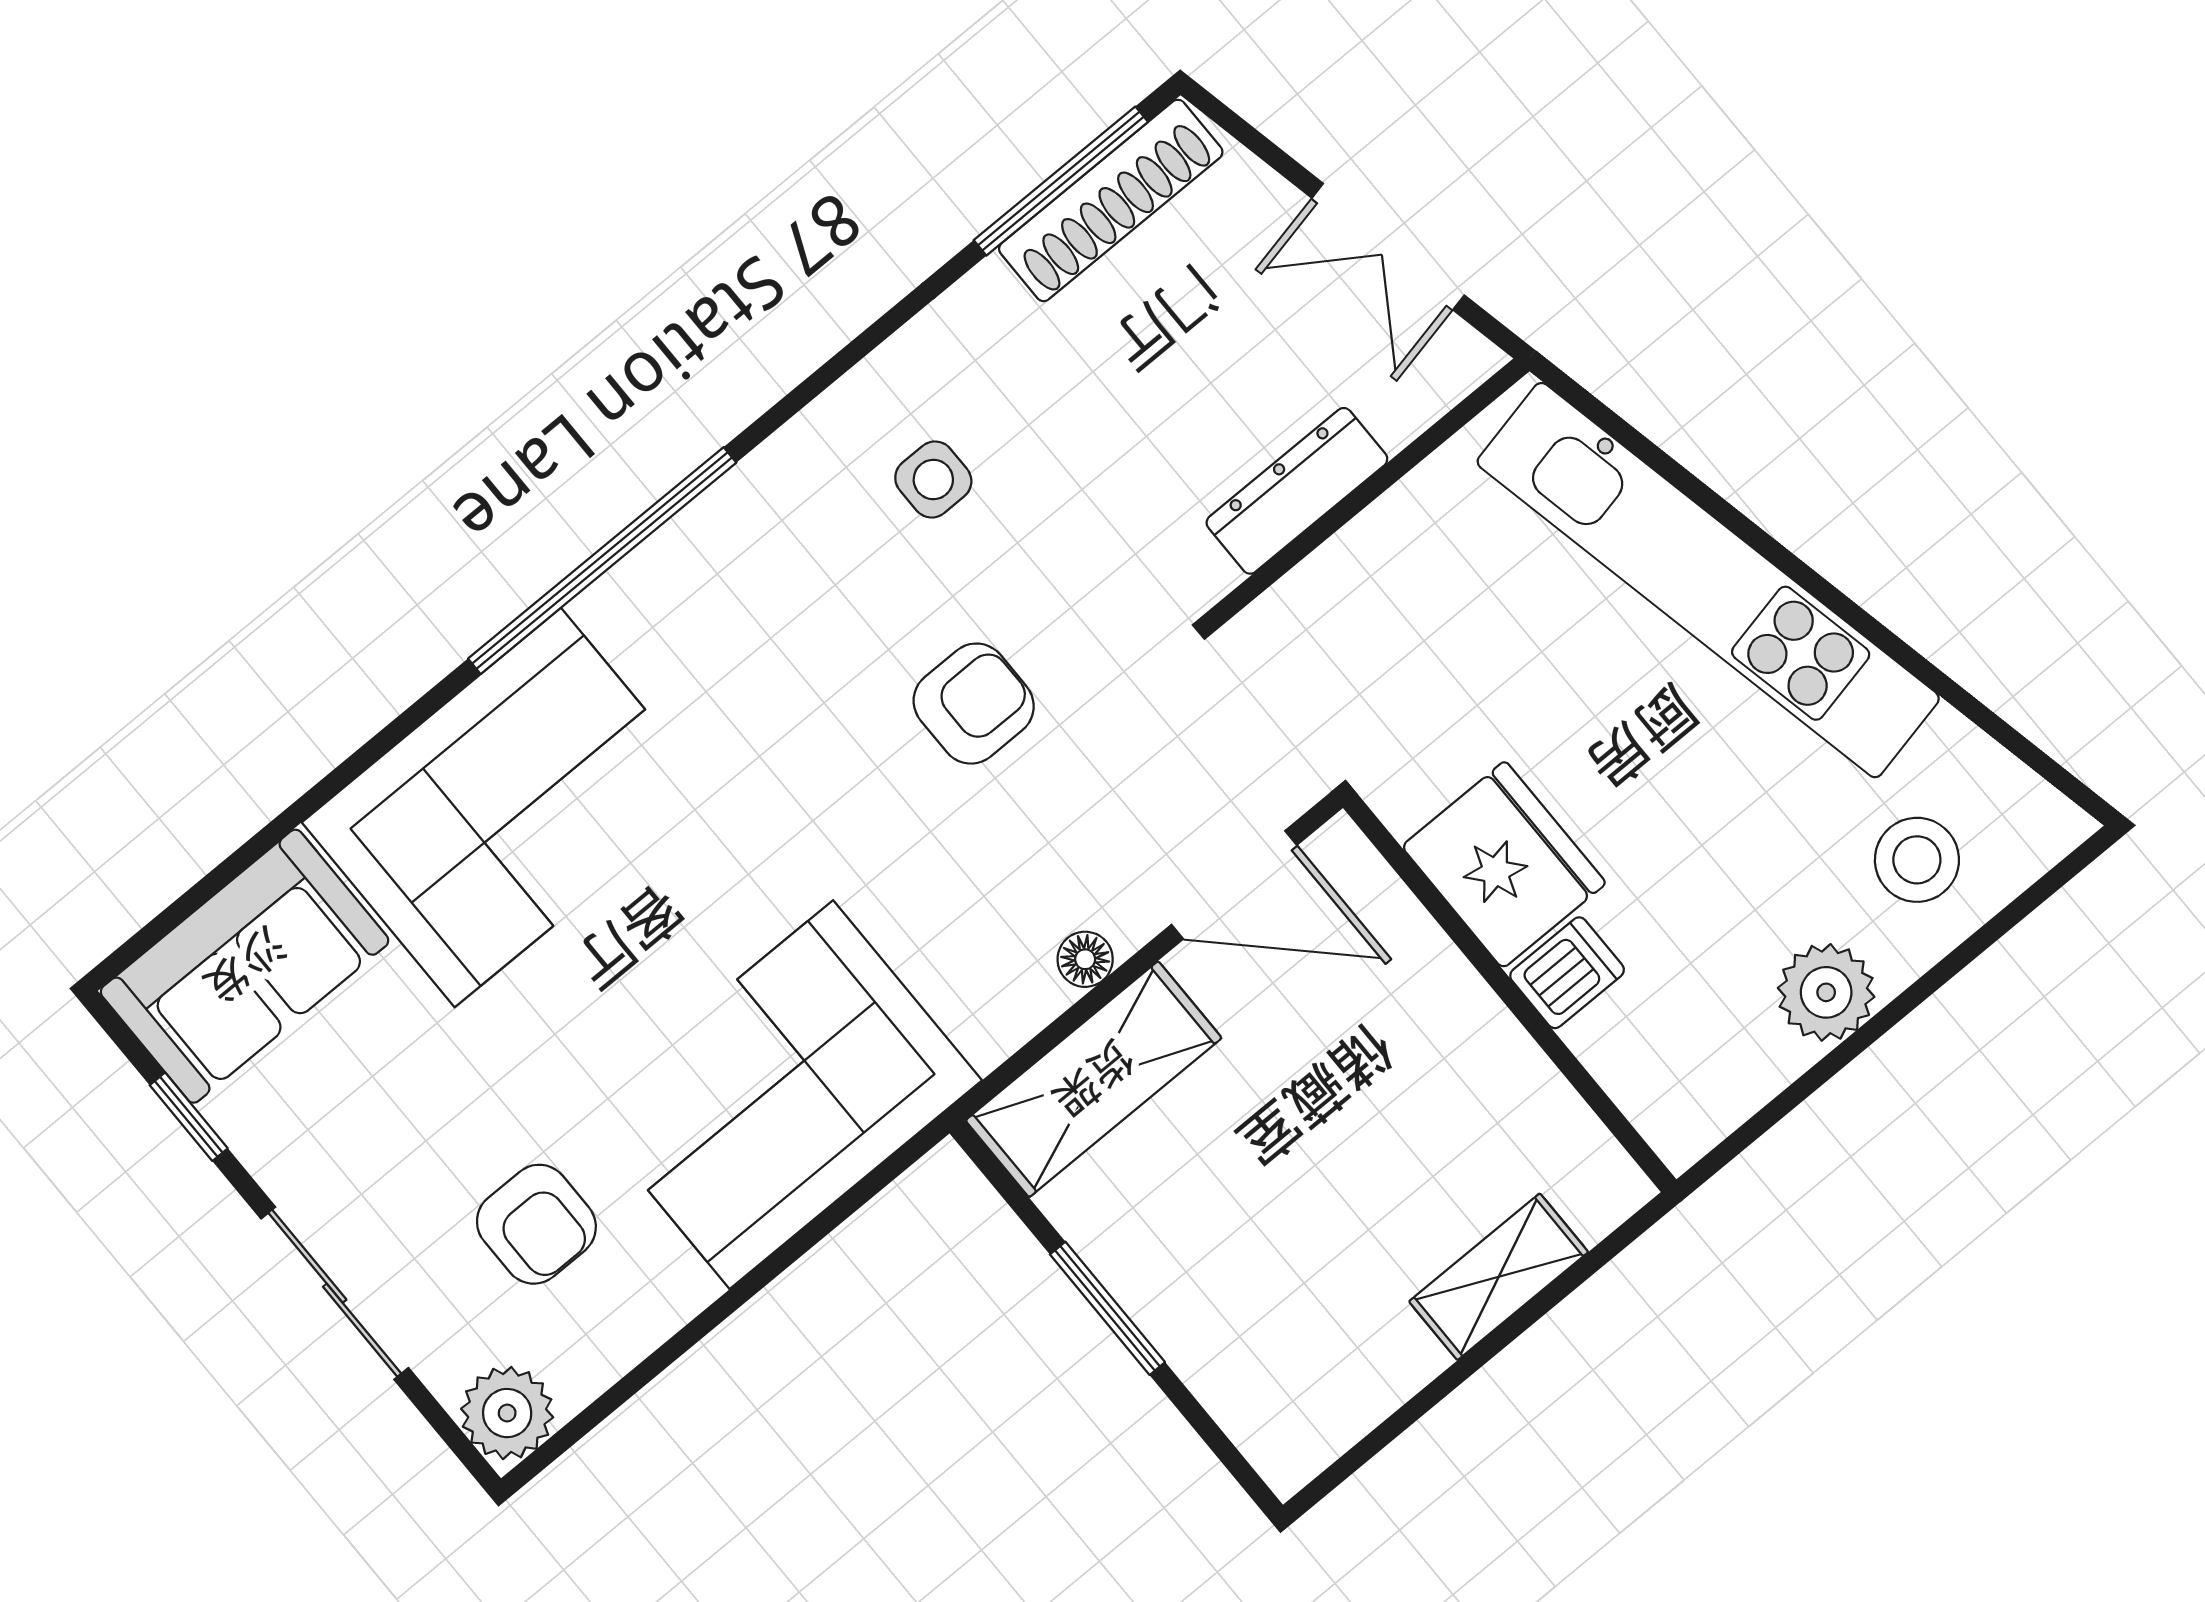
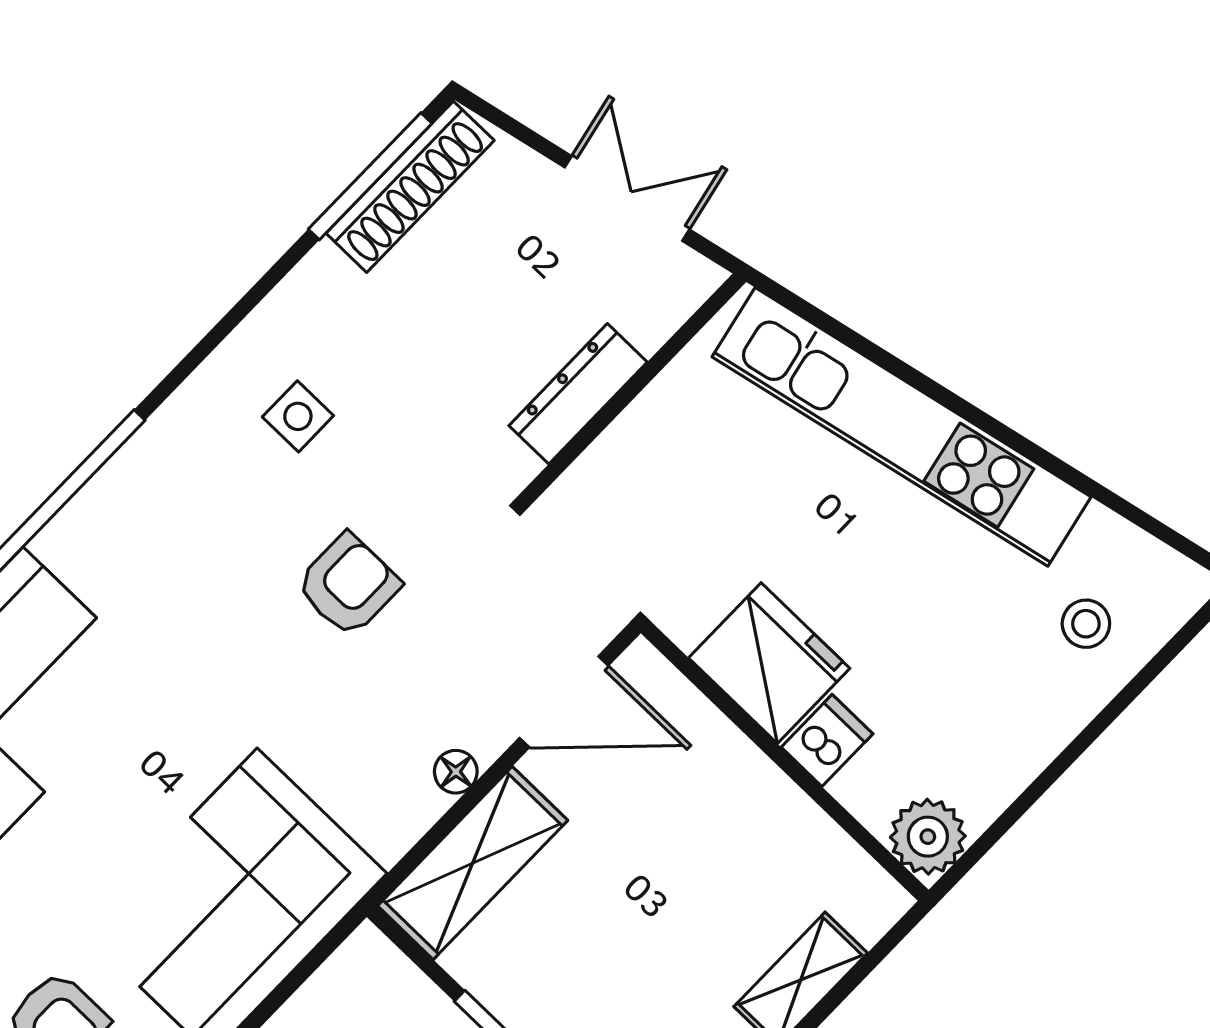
double door: (1388, 247) -> (627, 198), swing flipped
stool: (1917, 860) -> (1086, 624), width x0.73, depth x0.73
plant: (1826, 992) -> (928, 837), moved

